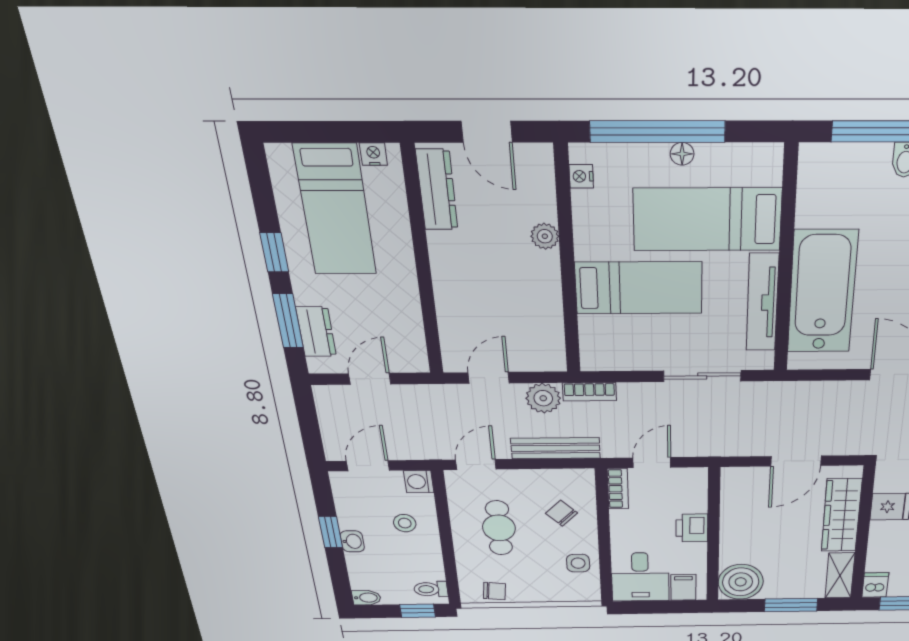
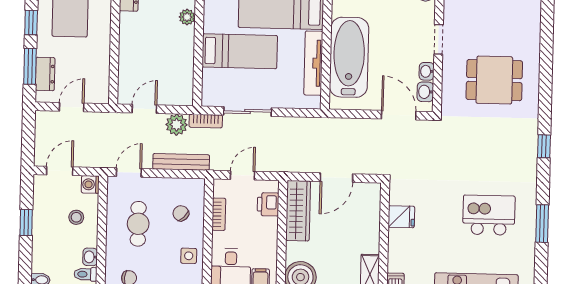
sliding door: (702, 376) -> (247, 111), moved
bookcase: (618, 489) -> (219, 214), moved
wardrobe: (841, 515) -> (298, 211), moved, turned 180
printer: (692, 528) -> (268, 204), moved
washbasin: (352, 541) -> (90, 257), moved, turned 180

